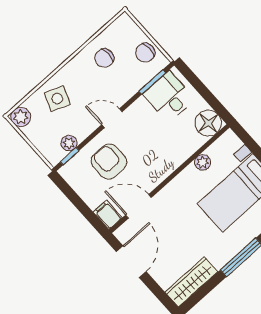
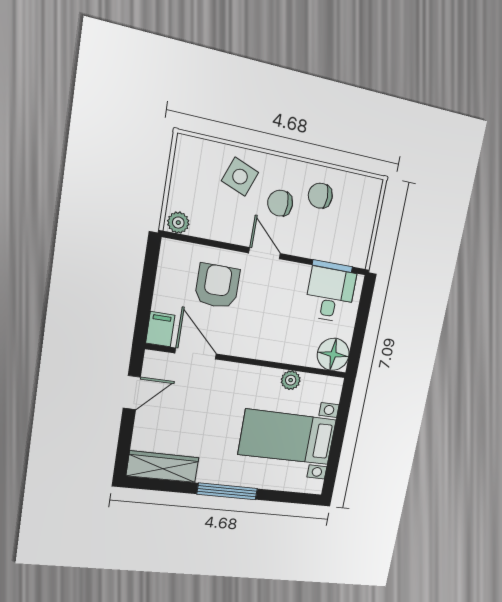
chair: (145, 53) -> (280, 203), moved
plant: (21, 117) -> (189, 150), removed
plant: (69, 143) -> (178, 223), moved
window: (70, 156) -> (189, 239), removed
door: (131, 262) -> (132, 393), width x0.73

